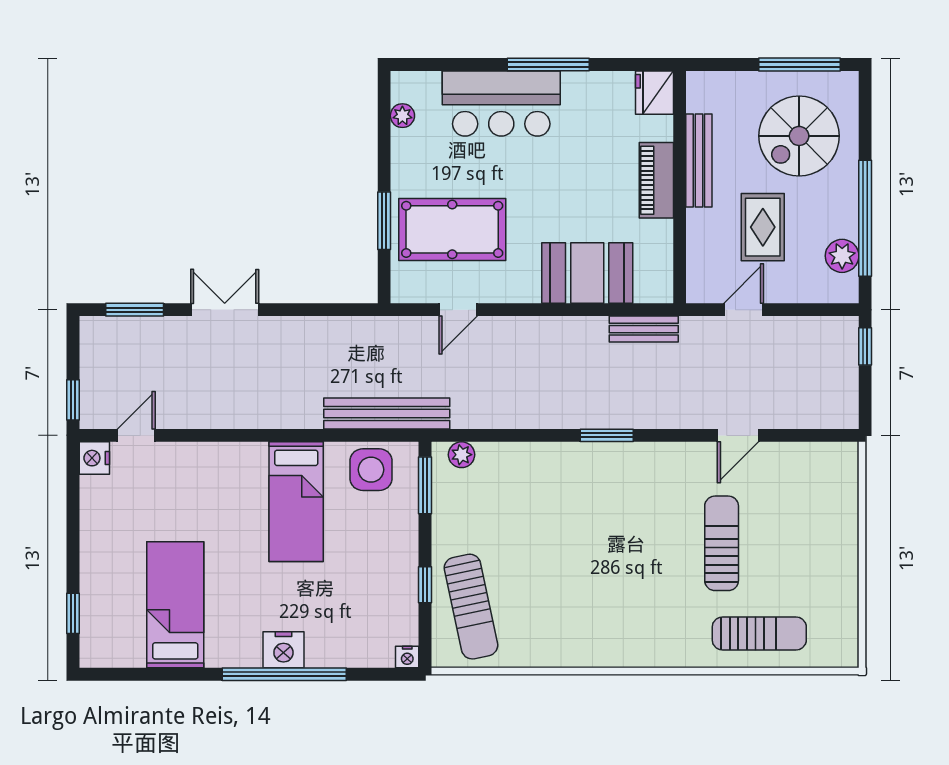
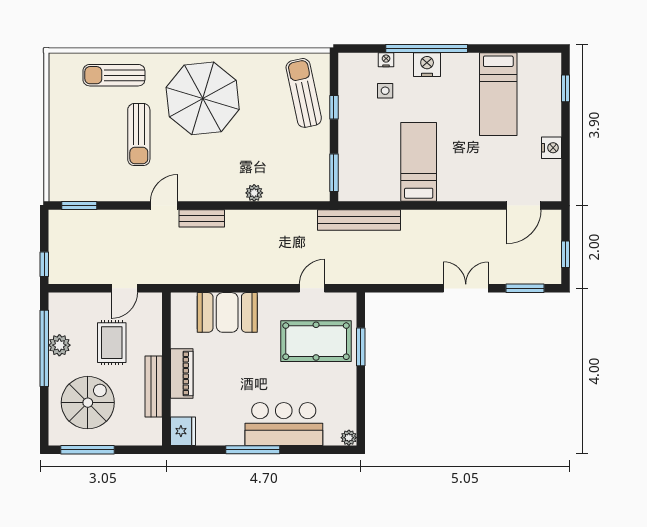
plant: (402, 116) -> (349, 438), moved
plant: (842, 256) -> (59, 345), moved
double door: (225, 310) -> (466, 288), swing flipped
bench: (644, 329) -> (202, 218), moved
window: (73, 400) -> (566, 254), moved
door: (136, 435) -> (524, 206), width x1.37
window: (607, 435) -> (79, 206), moved
door: (738, 435) -> (164, 206), moved
plant: (462, 455) -> (254, 193), moved
nightstand: (94, 458) -> (551, 148), moved
side table: (371, 470) -> (385, 91), moved, width x0.54, depth x0.54
parasol: (624, 598) -> (203, 98), added
nightstand: (407, 657) -> (386, 60), moved

